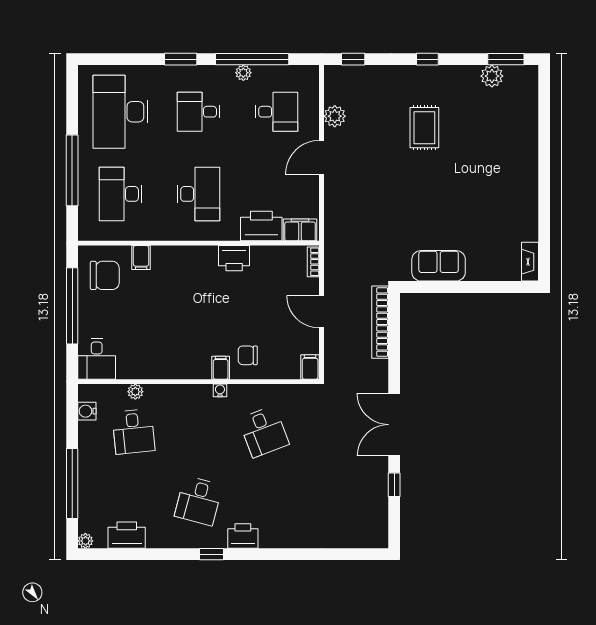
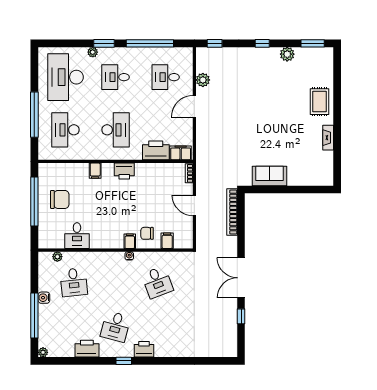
plant: (243, 73) -> (93, 52), moved
plant: (492, 76) -> (287, 54), moved
desk: (277, 112) -> (166, 77), turned 180
rug: (424, 128) -> (320, 102), moved
filing cabinet: (141, 258) -> (95, 171), moved
printer: (234, 258) -> (124, 171), moved
fireplace: (530, 262) -> (328, 138), moved
chair: (105, 275) -> (60, 199), moved
desk: (97, 359) -> (77, 236), moved
filing cabinet: (310, 367) -> (167, 241), moved
plant: (135, 392) -> (57, 257), moved
water cooler: (87, 411) -> (44, 298), moved
printer: (127, 535) -> (87, 349), moved

